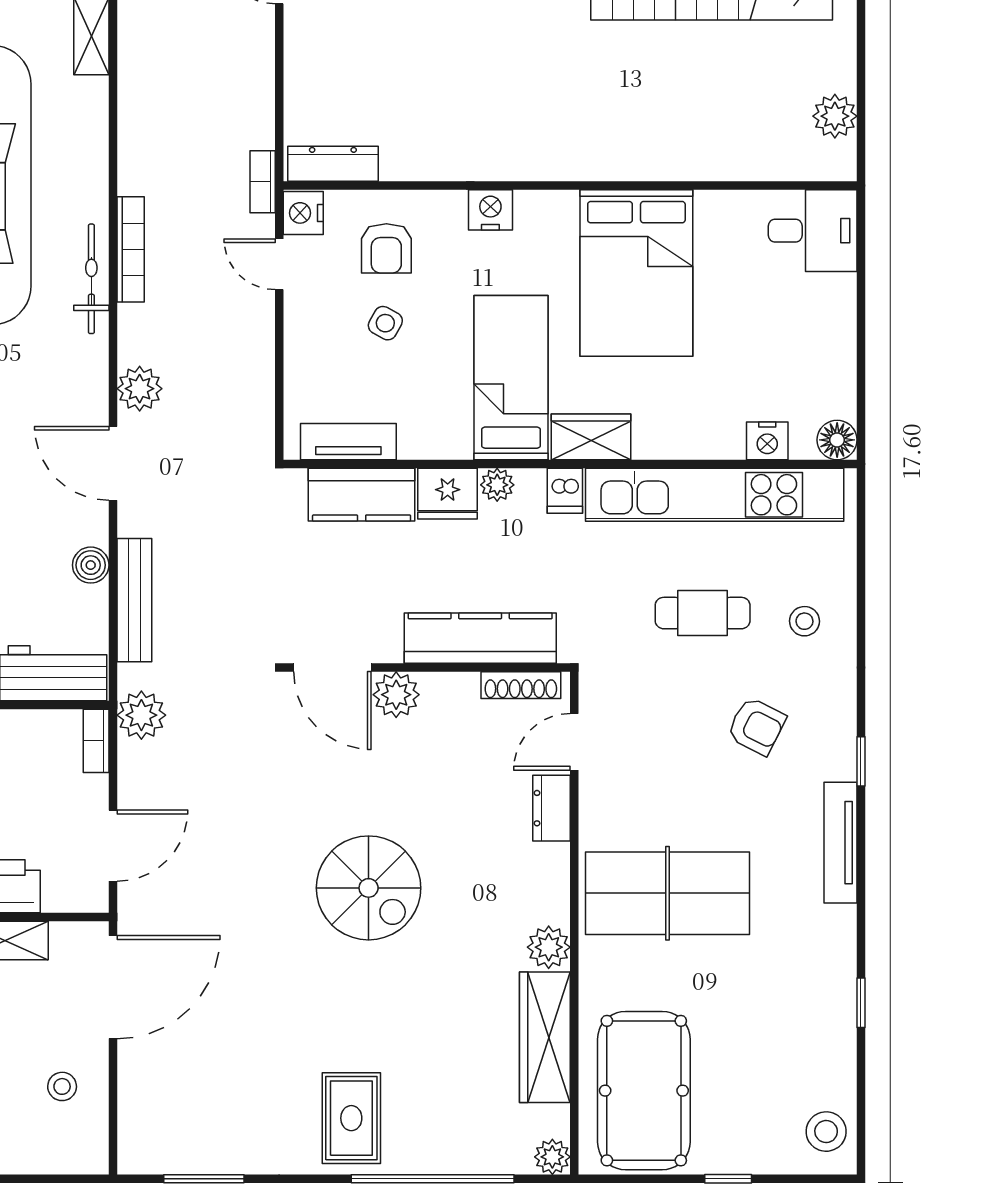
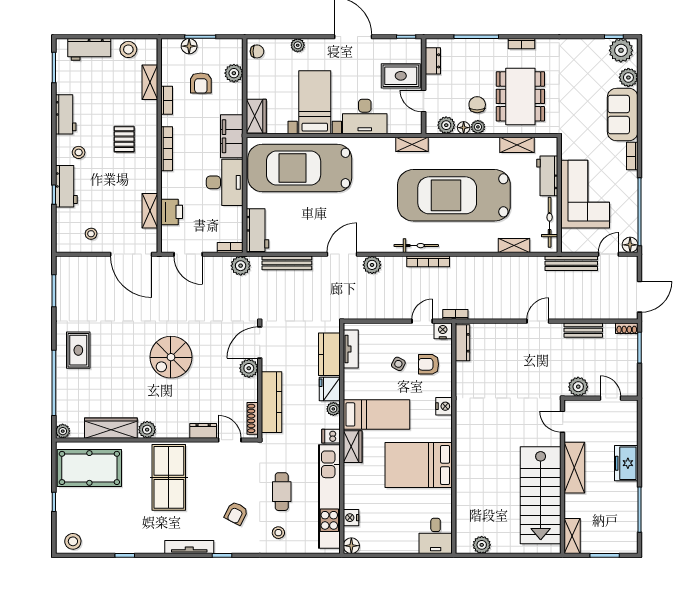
boiler: (91, 565) -> (301, 245), removed
rug: (351, 1118) -> (78, 350), turned 90

